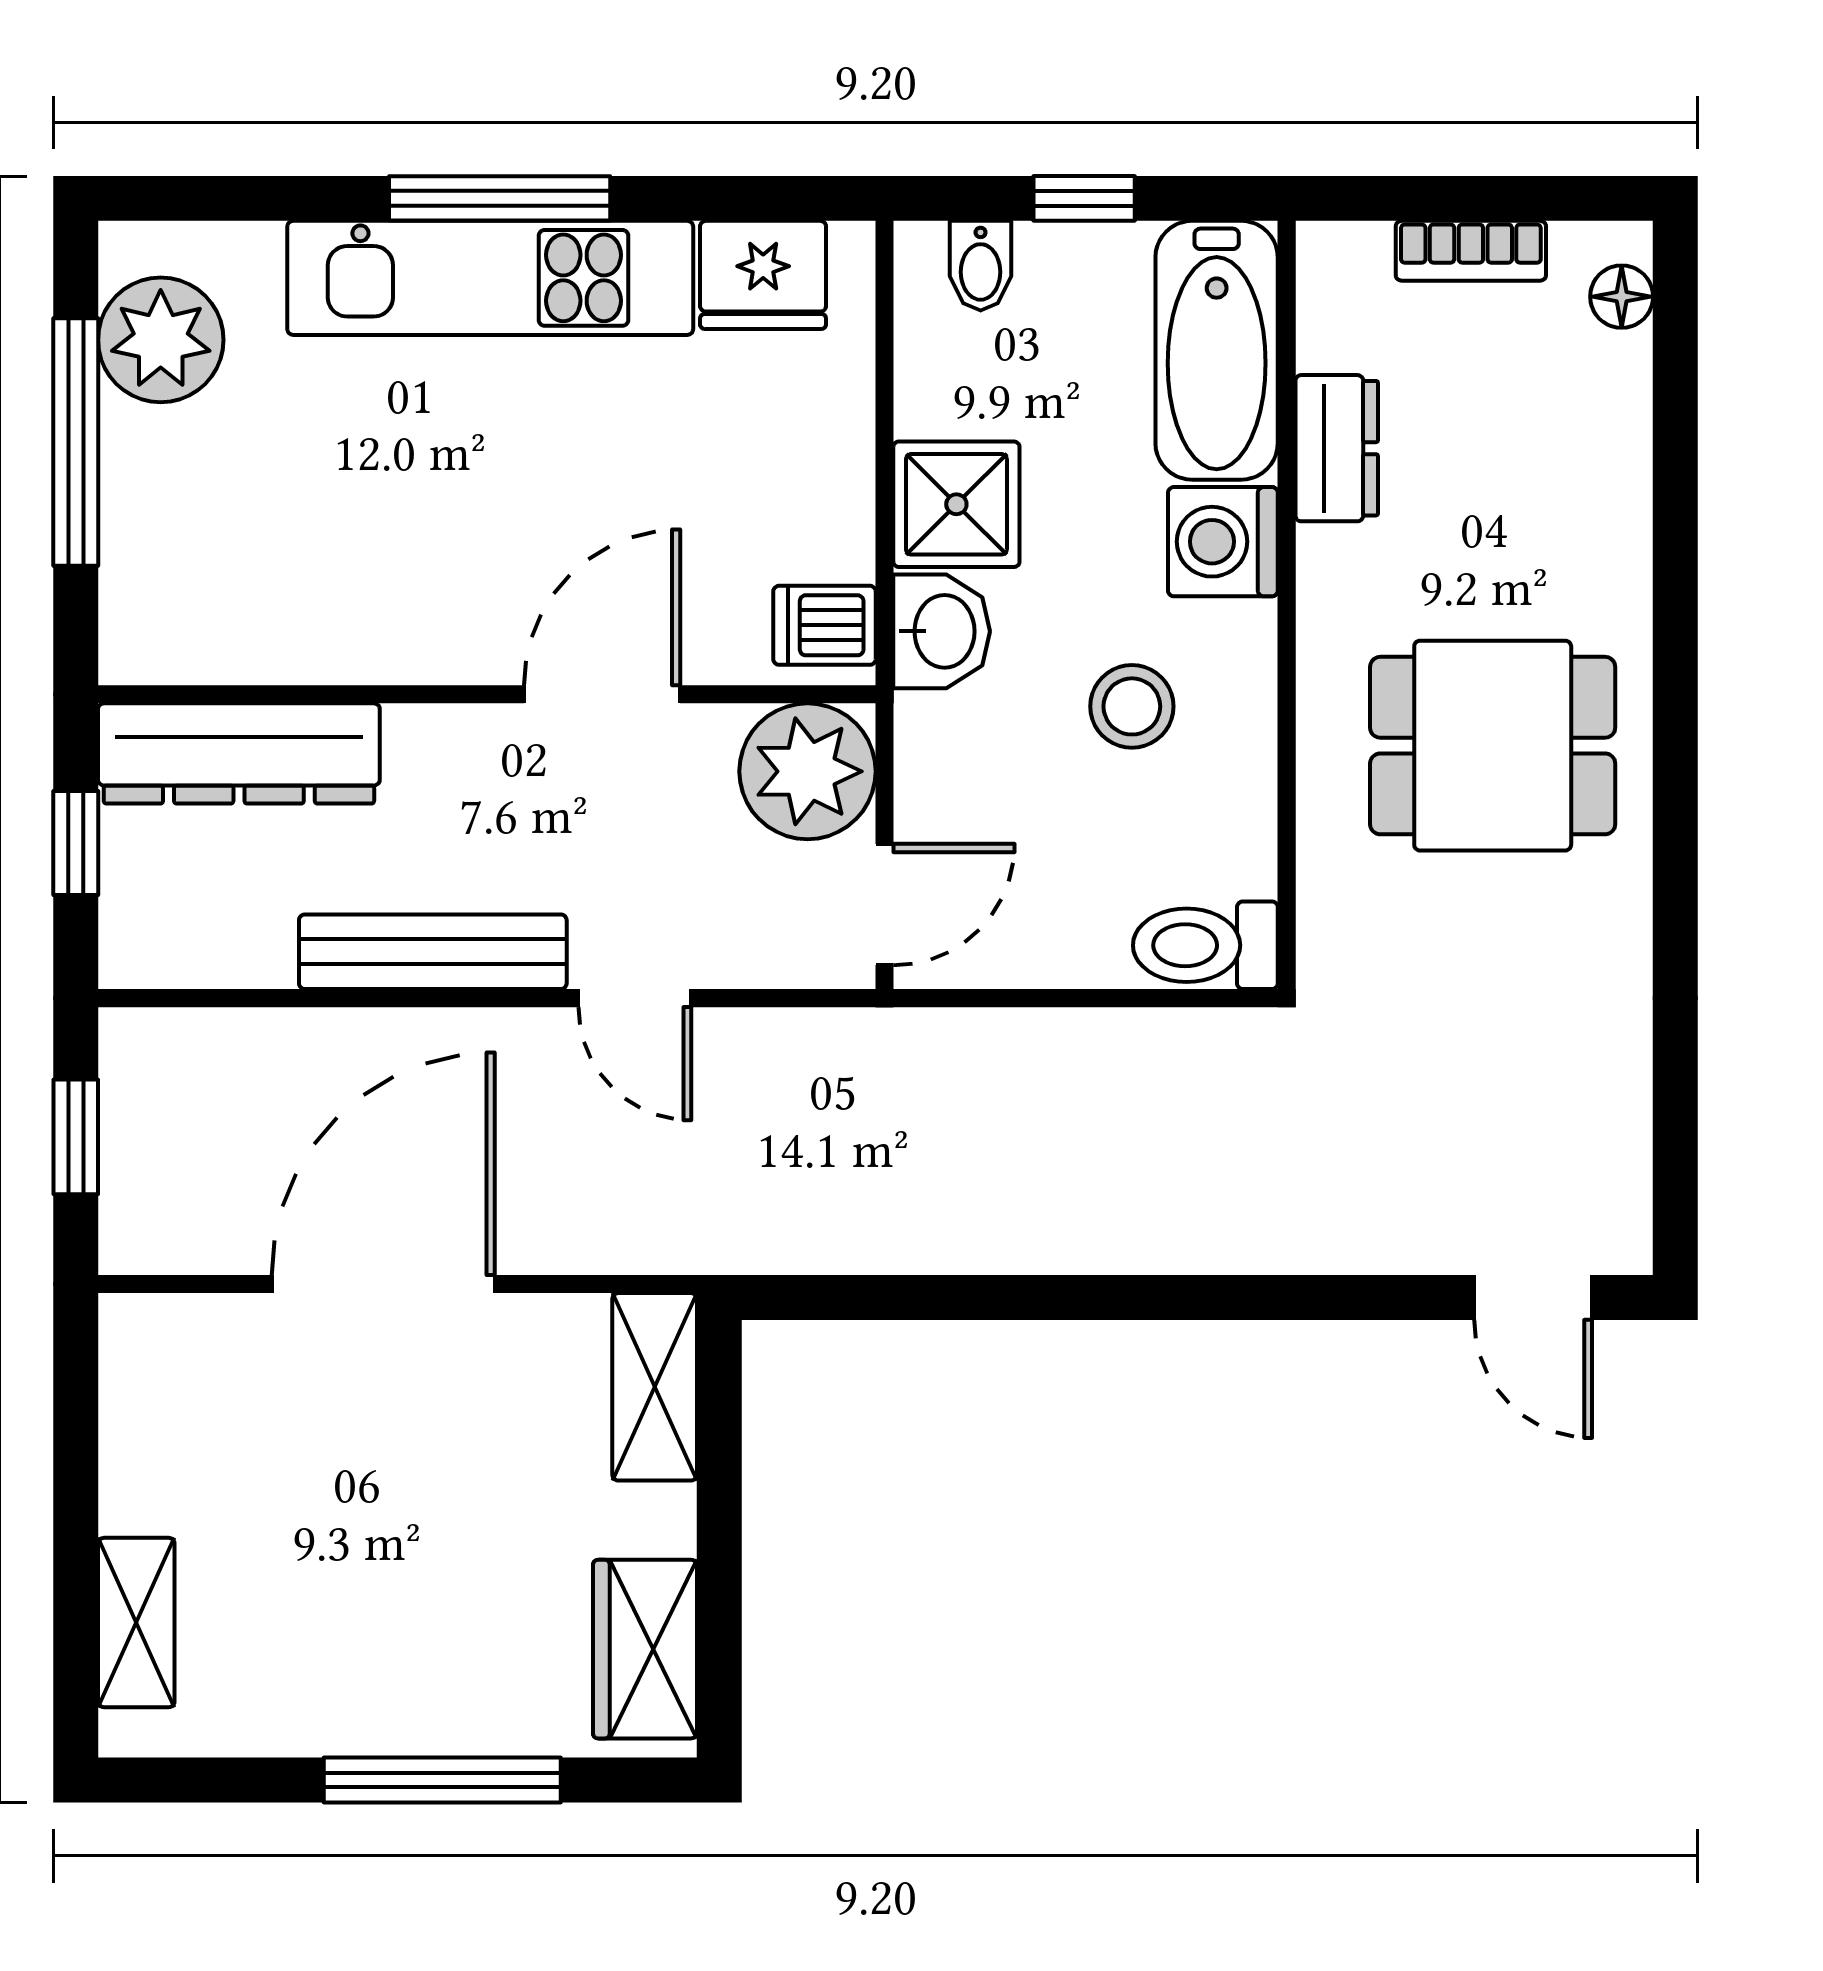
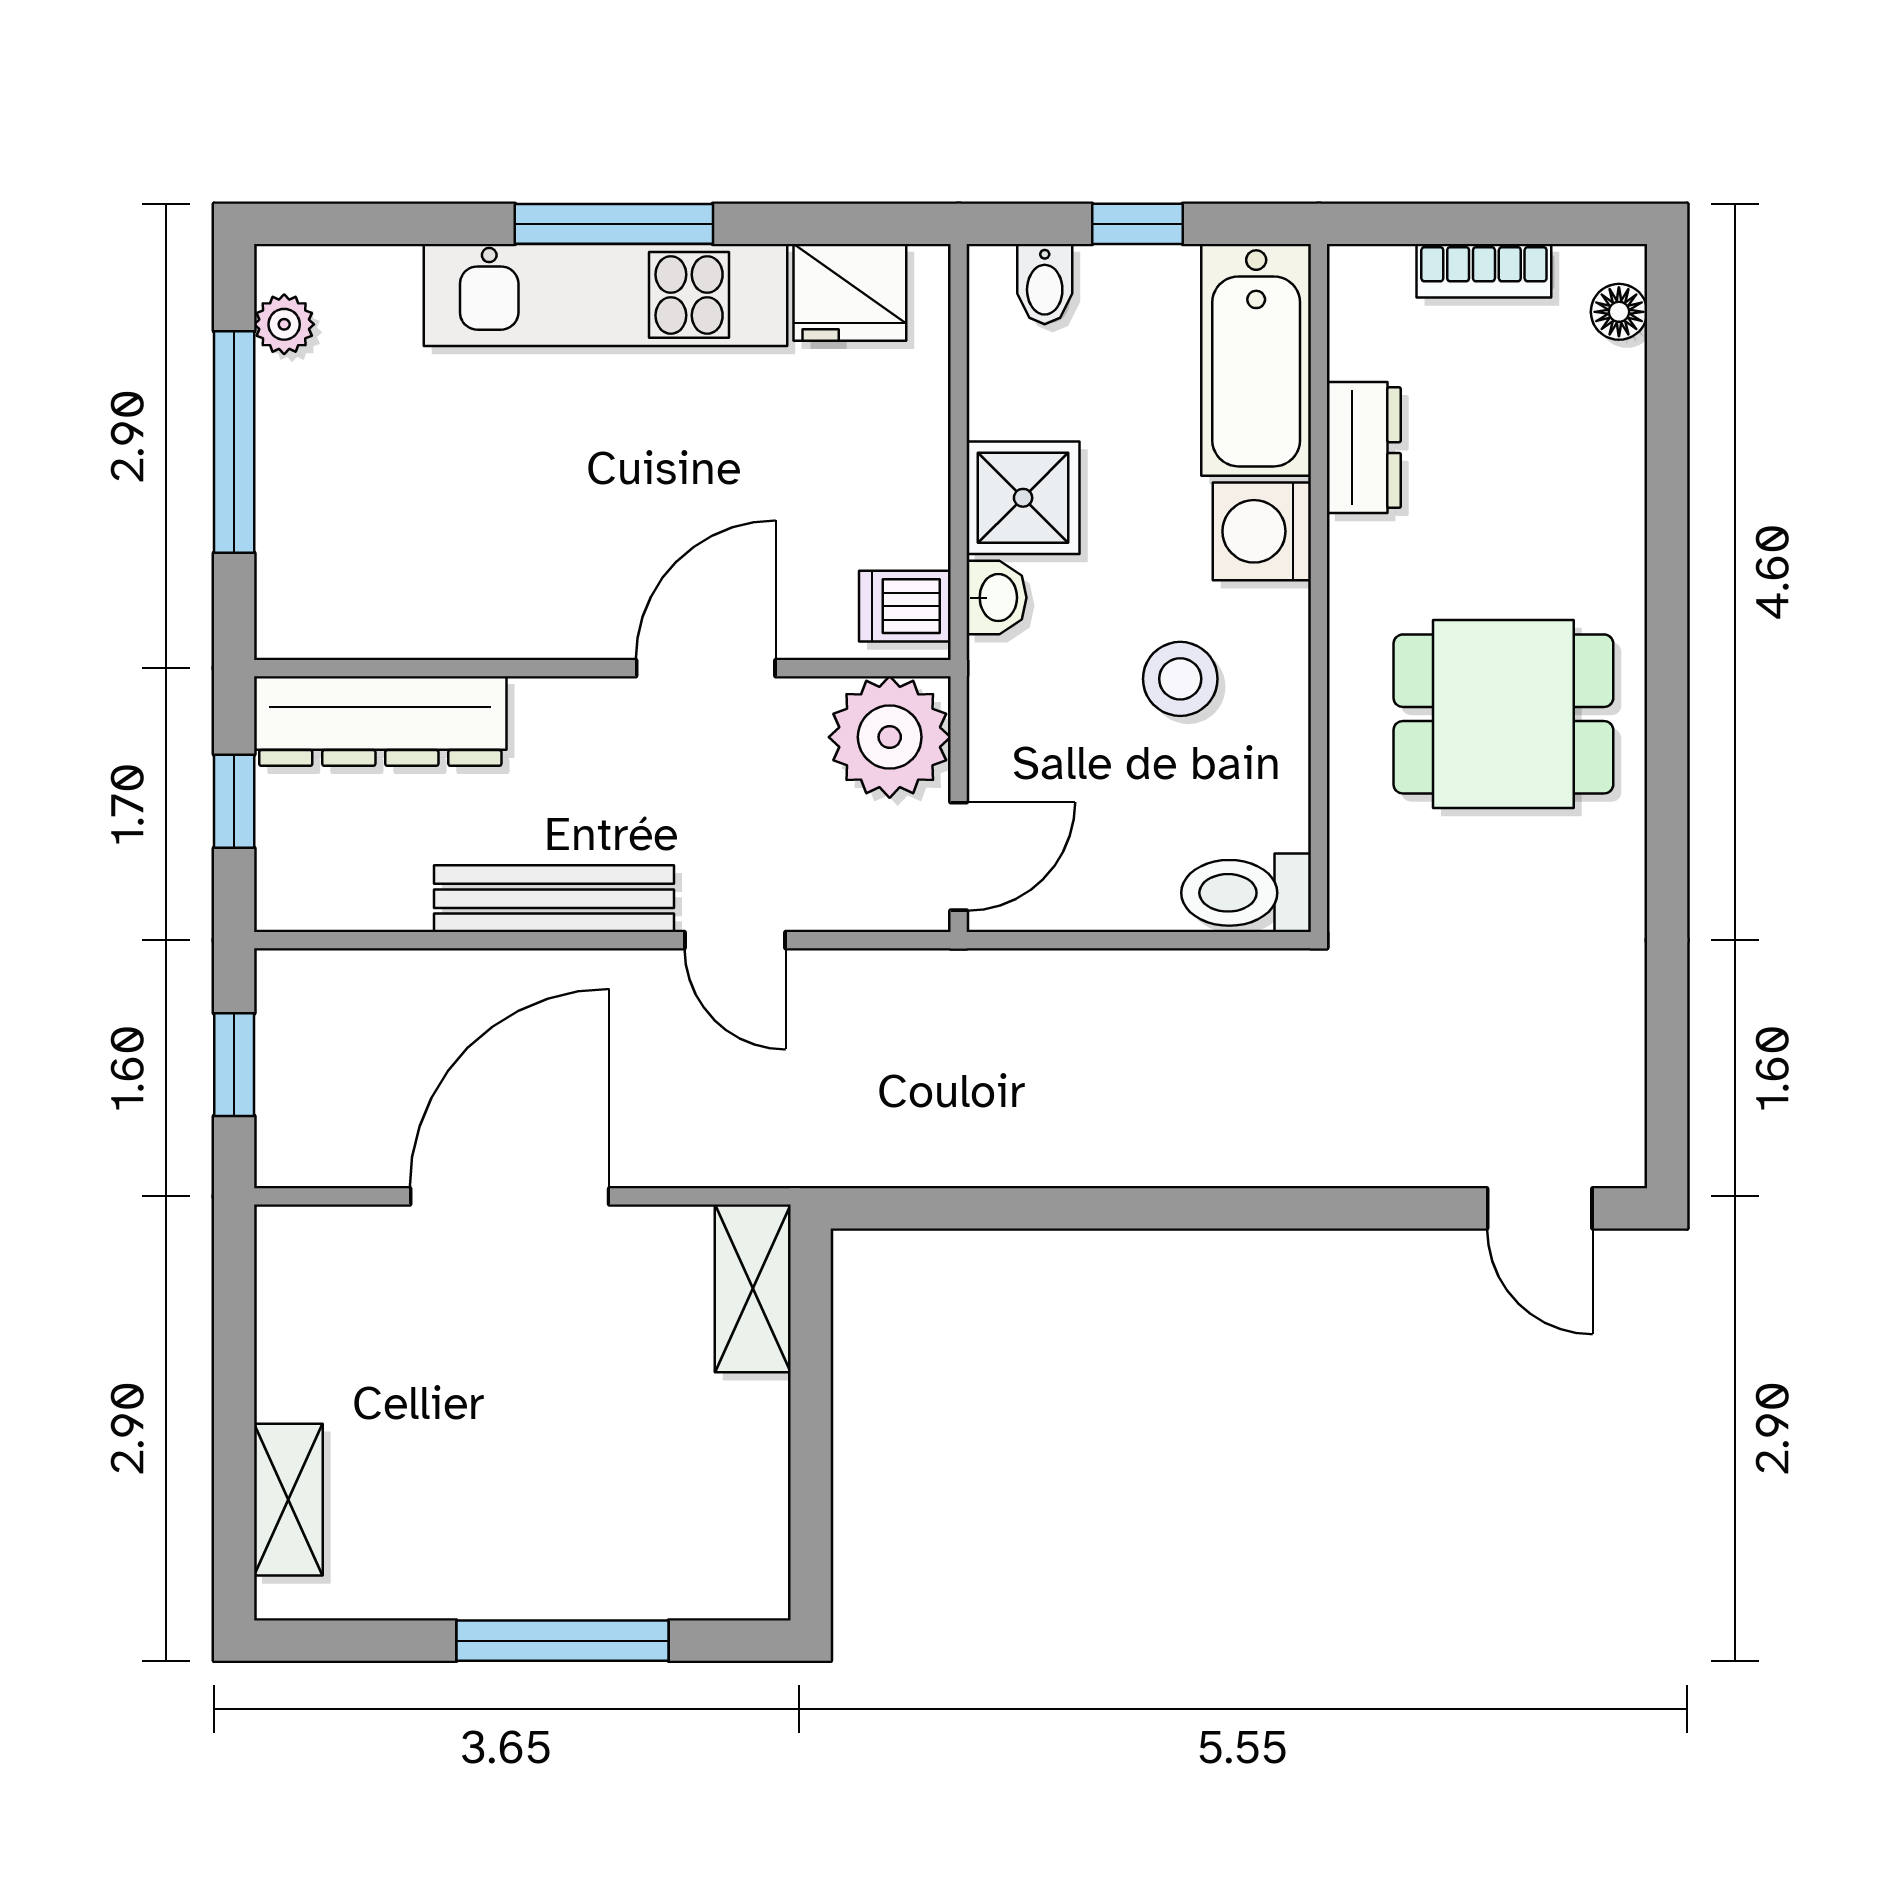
plant: (161, 340) -> (284, 324), width x0.53, depth x0.53
washbasin: (942, 631) -> (997, 598), width x0.72, depth x0.69
wardrobe: (645, 1649) -> (744, 1523), removed

